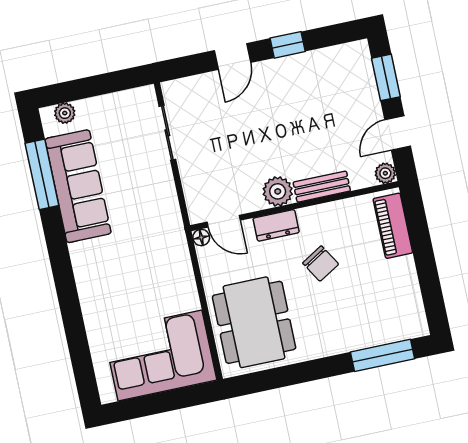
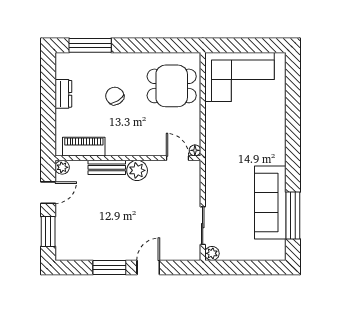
window: (288, 45) -> (109, 267), width x1.50
plant: (65, 113) -> (212, 253), moved
dresser: (276, 225) -> (63, 94), moved, turned 90
piano: (393, 226) -> (84, 147), moved, turned -90
chair: (321, 264) -> (115, 96), moved
dining table: (254, 322) -> (172, 86), width x0.73

